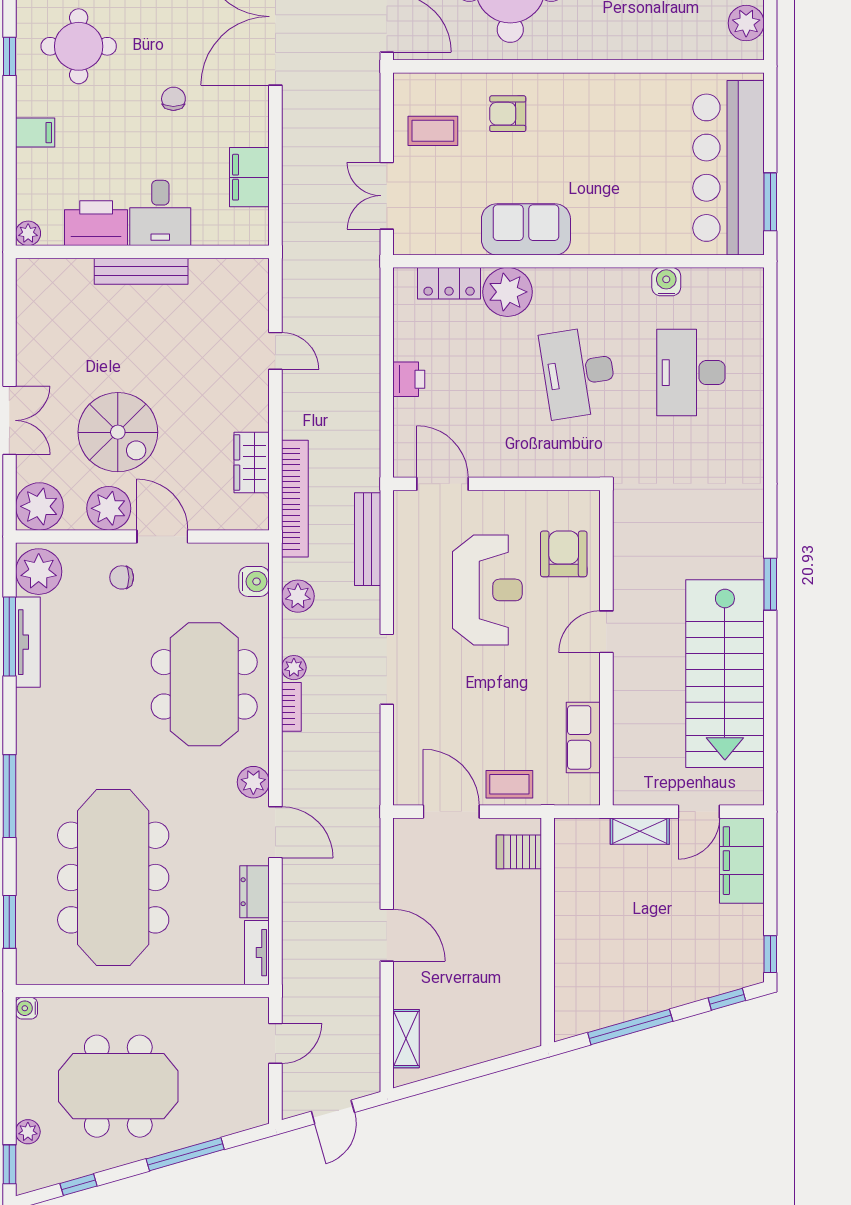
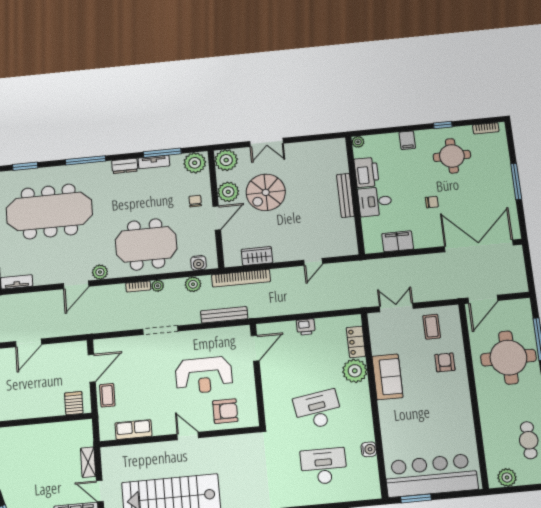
tv unit: (28, 642) -> (154, 162), width x0.71
dresser: (255, 892) -> (125, 166), moved, turned 180

